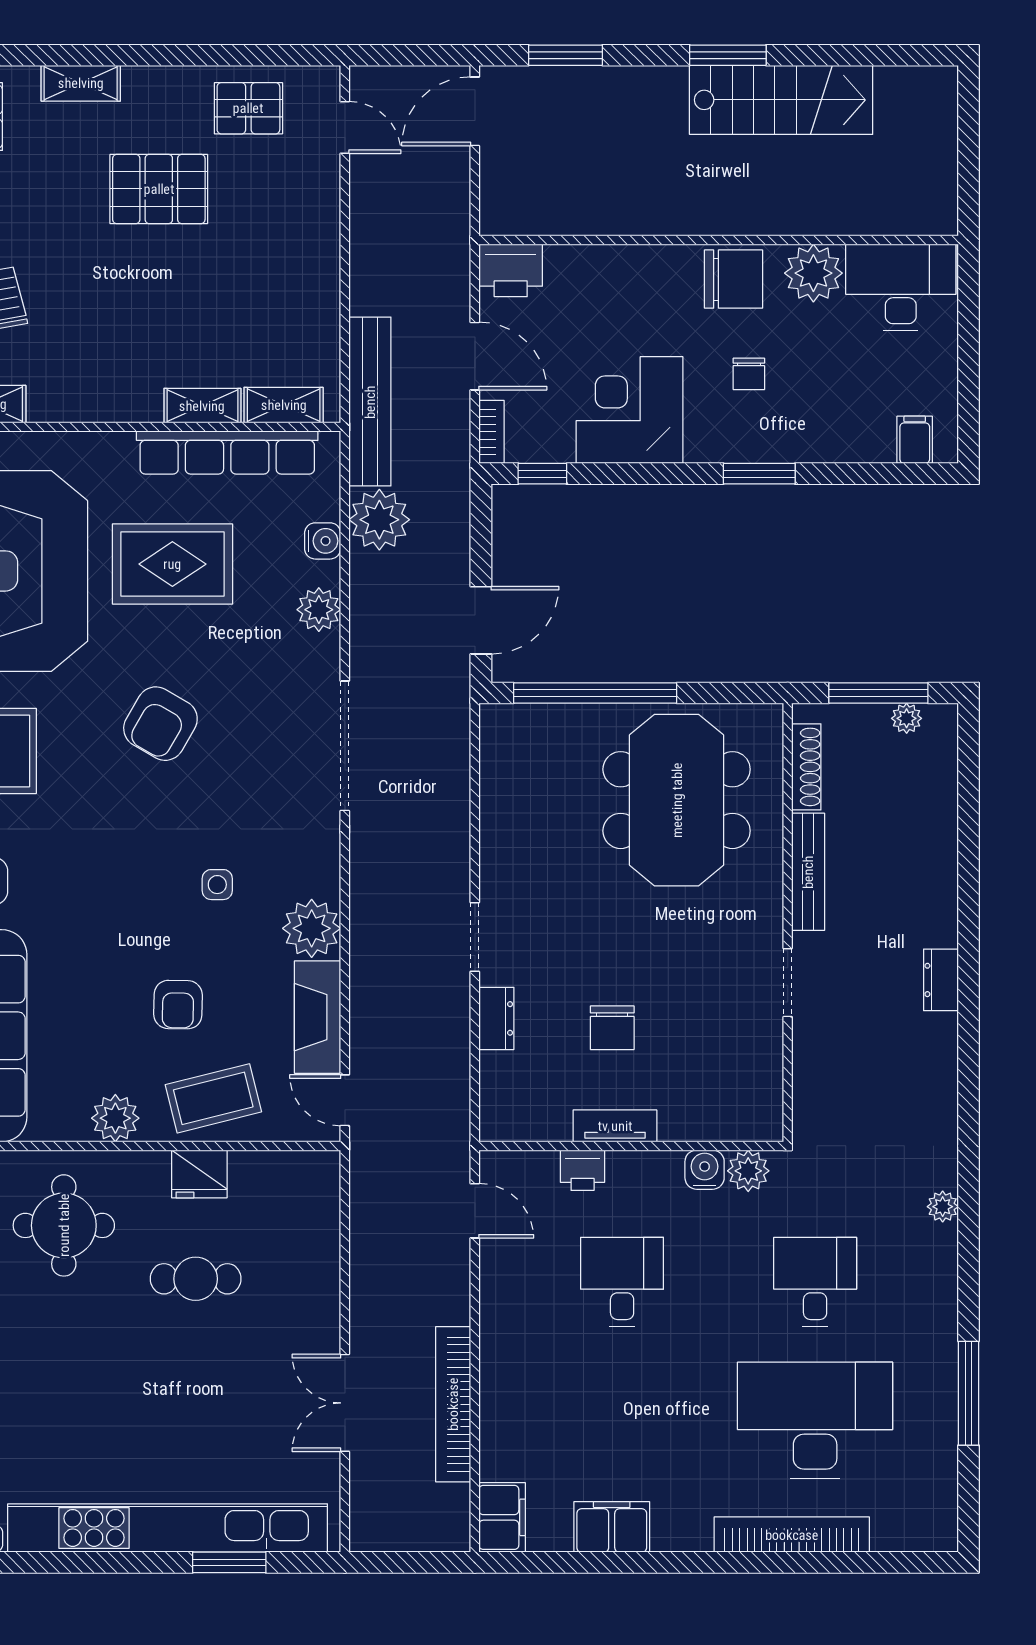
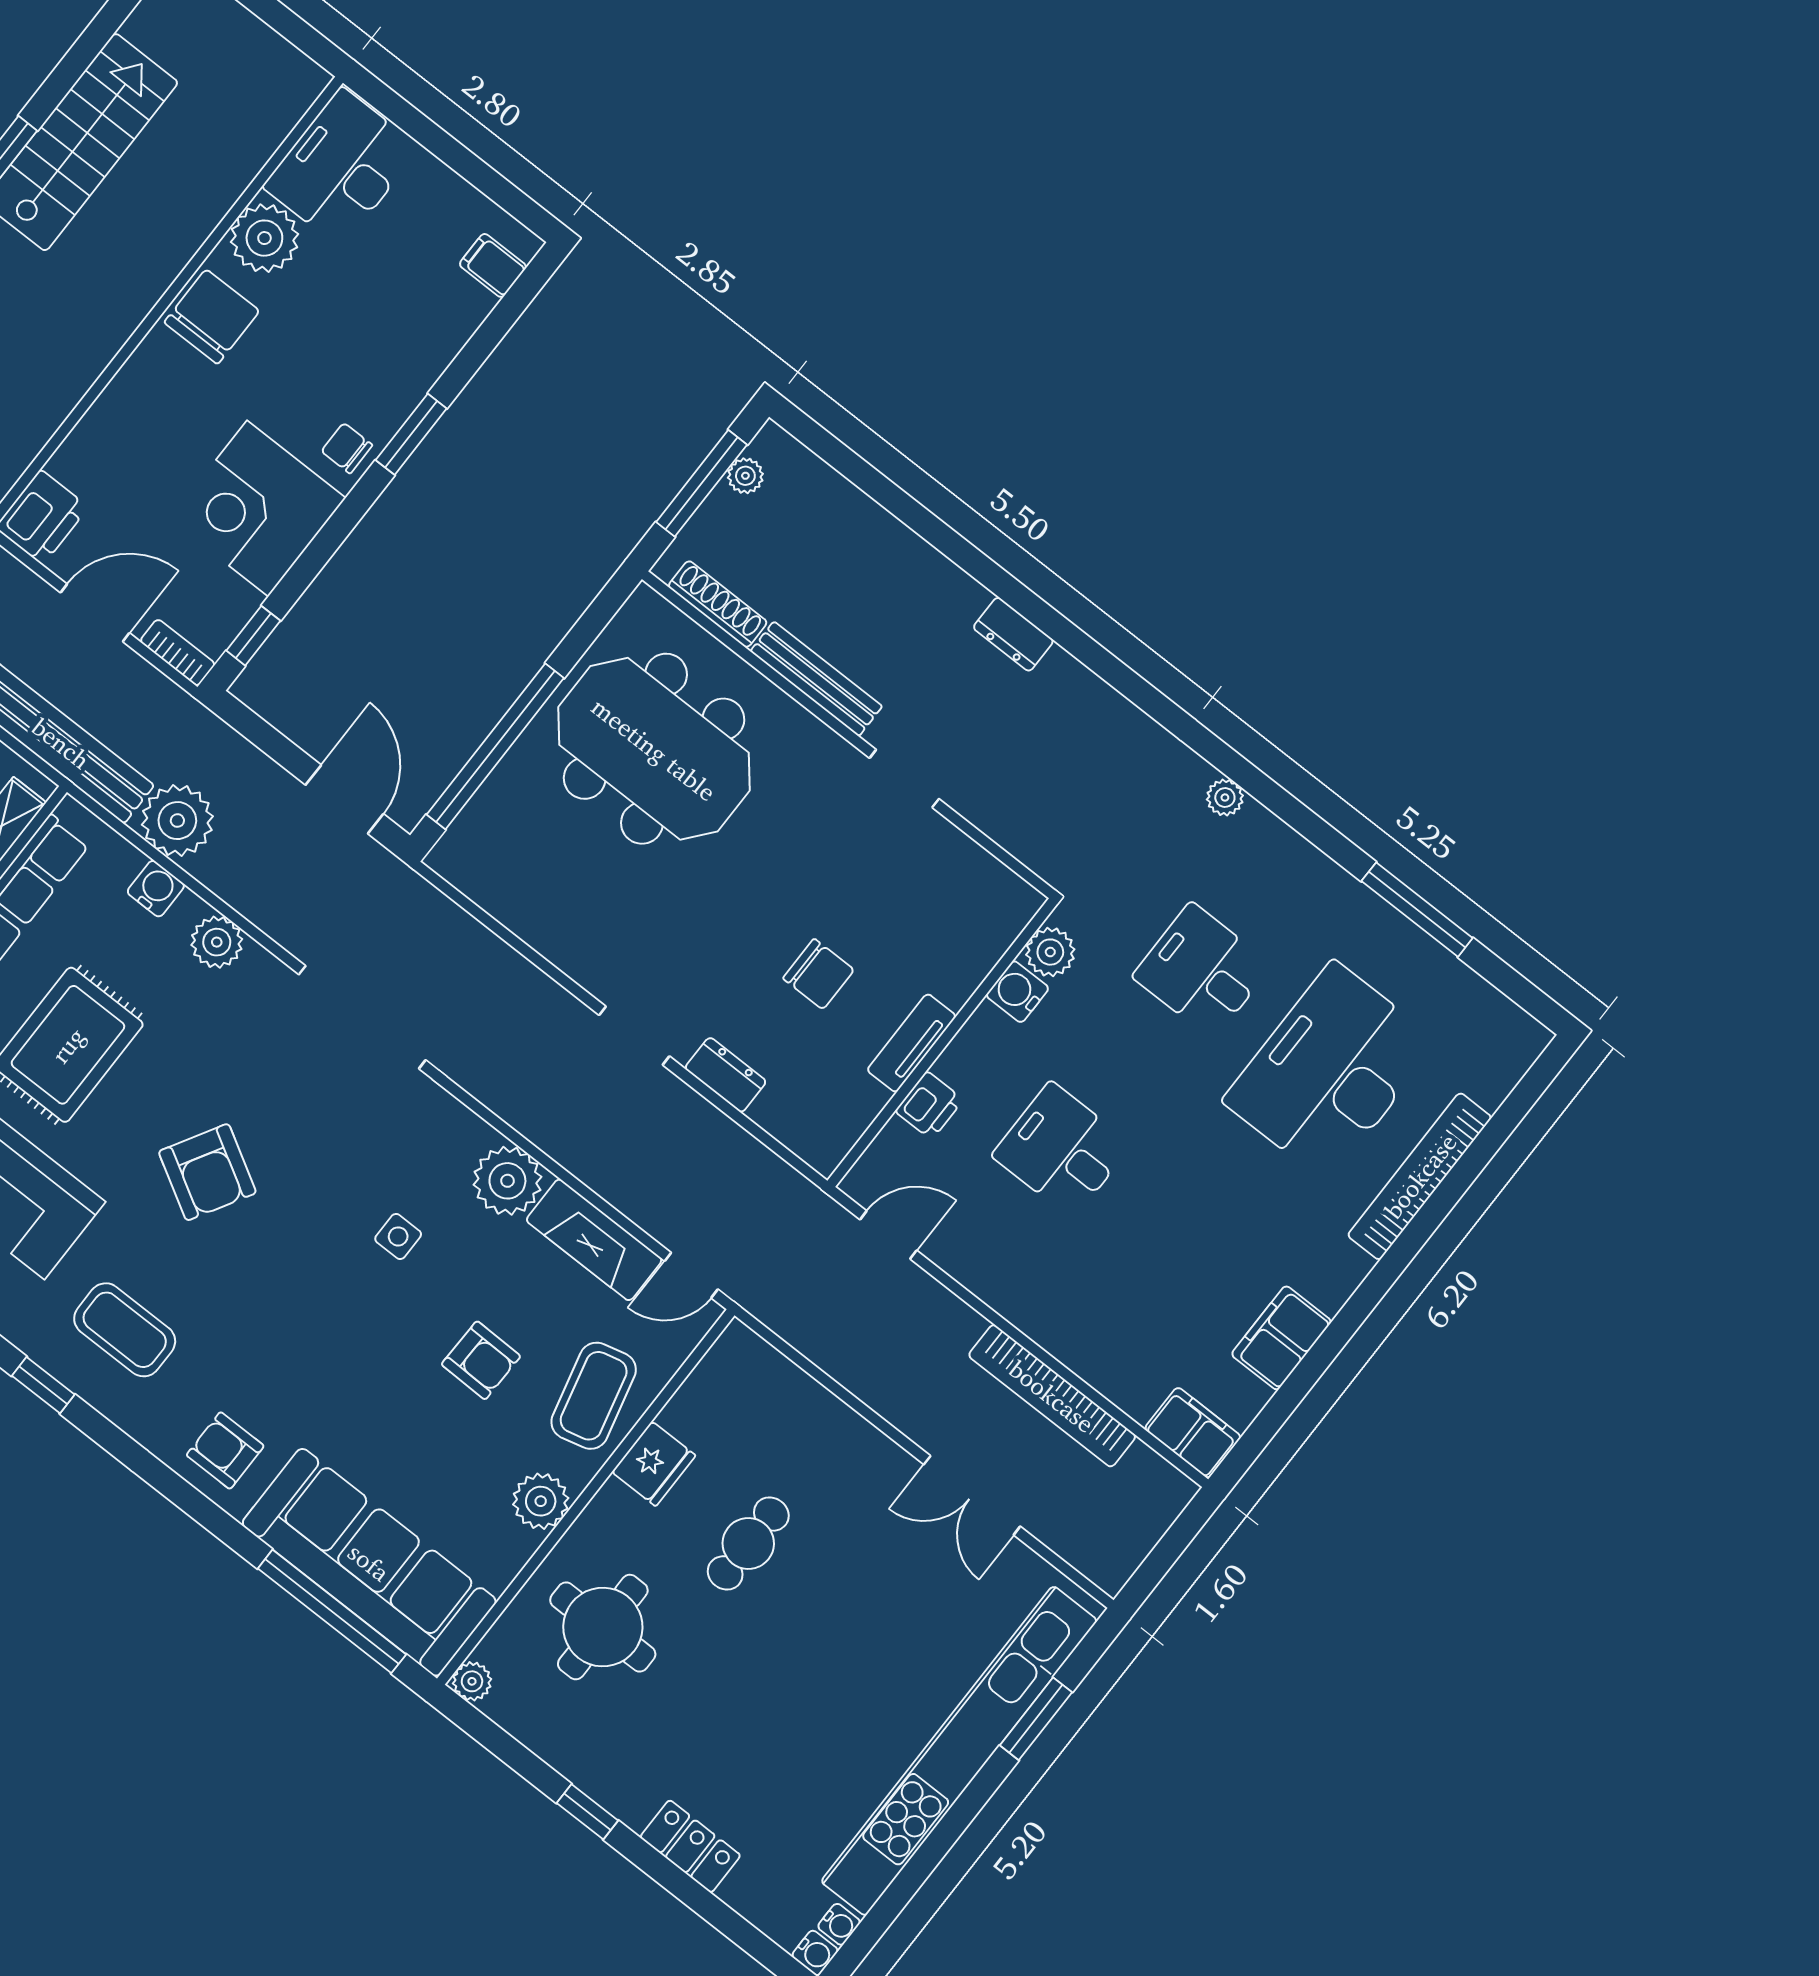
chair: (749, 374) -> (347, 448), moved, turned 180

